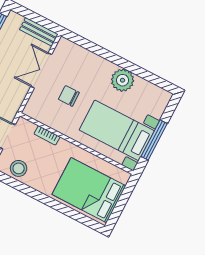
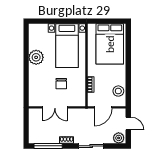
bench: (39, 32) -> (33, 120), removed
window: (154, 140) -> (61, 21), removed

